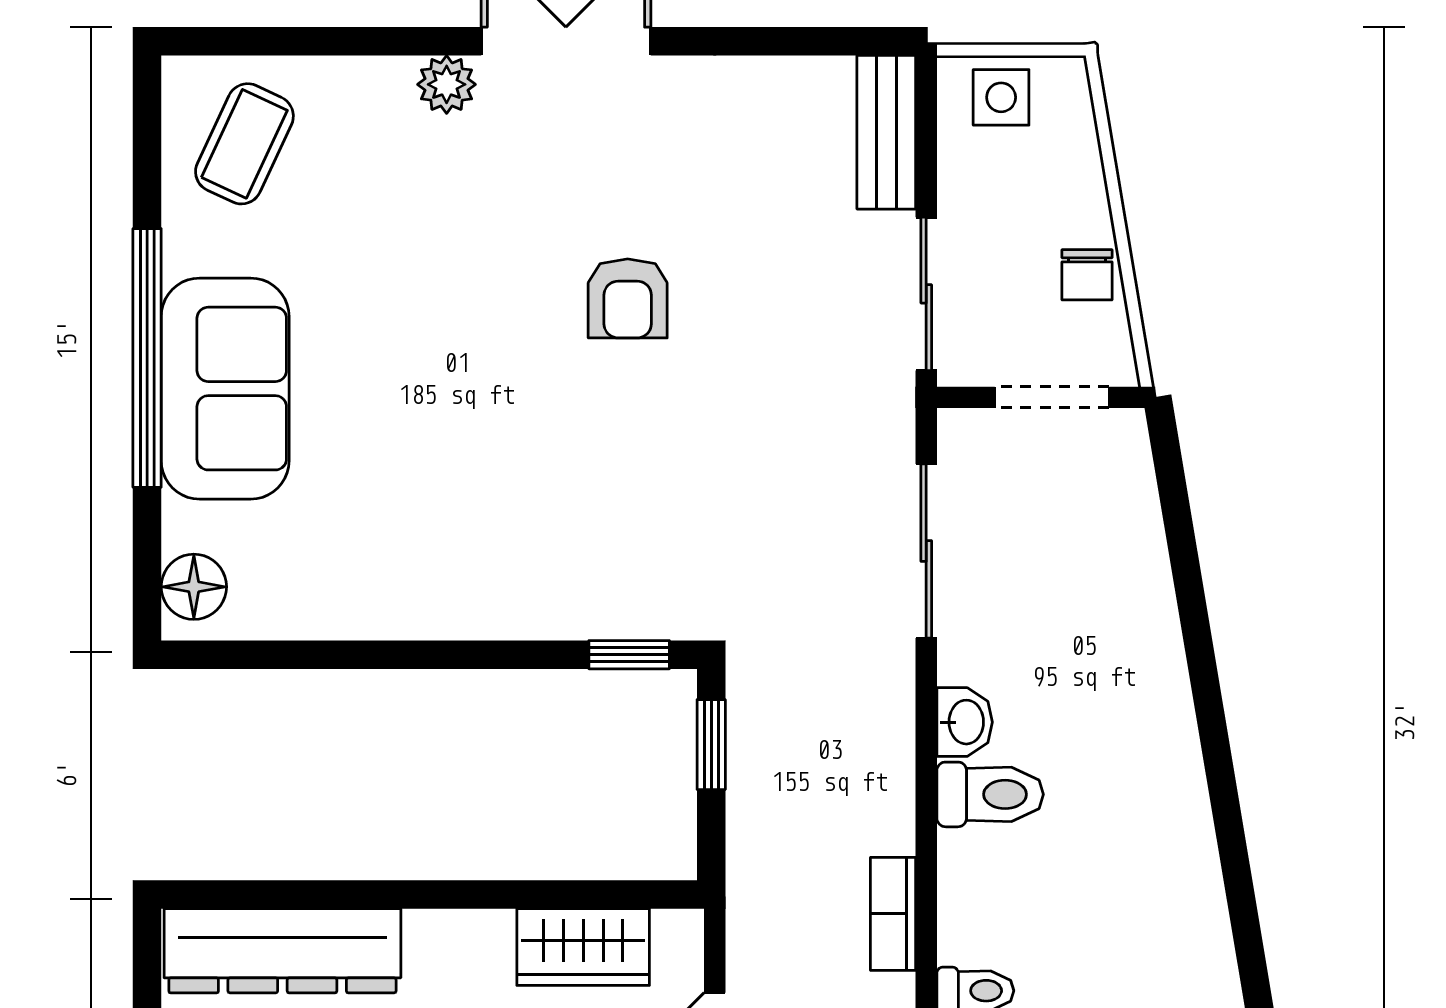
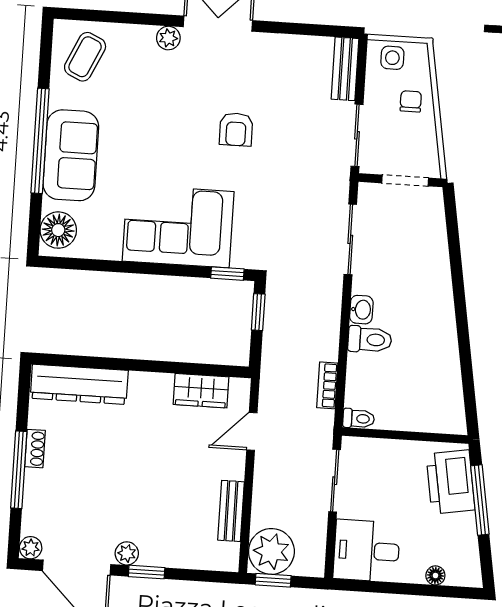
chair: (1087, 275) -> (411, 101), moved, turned 180
corner sofa: (500, 546) -> (178, 226), added
floor lamp: (194, 587) -> (58, 230), width x1.38, depth x1.38

